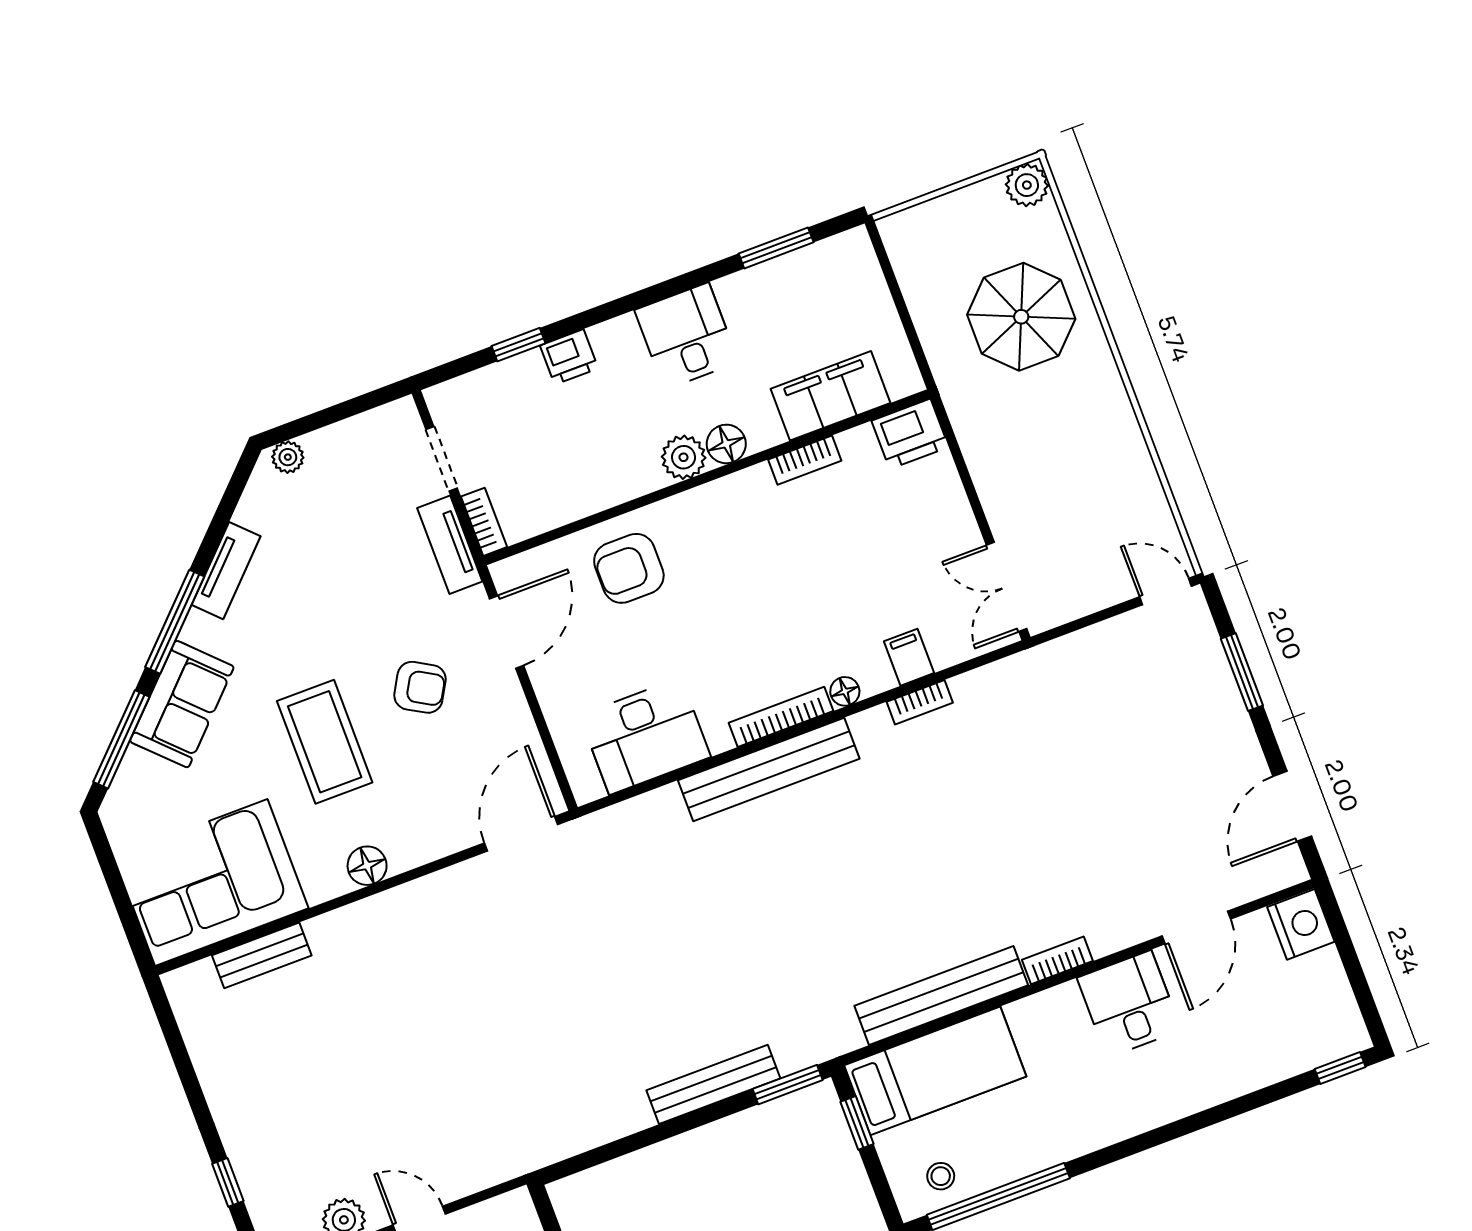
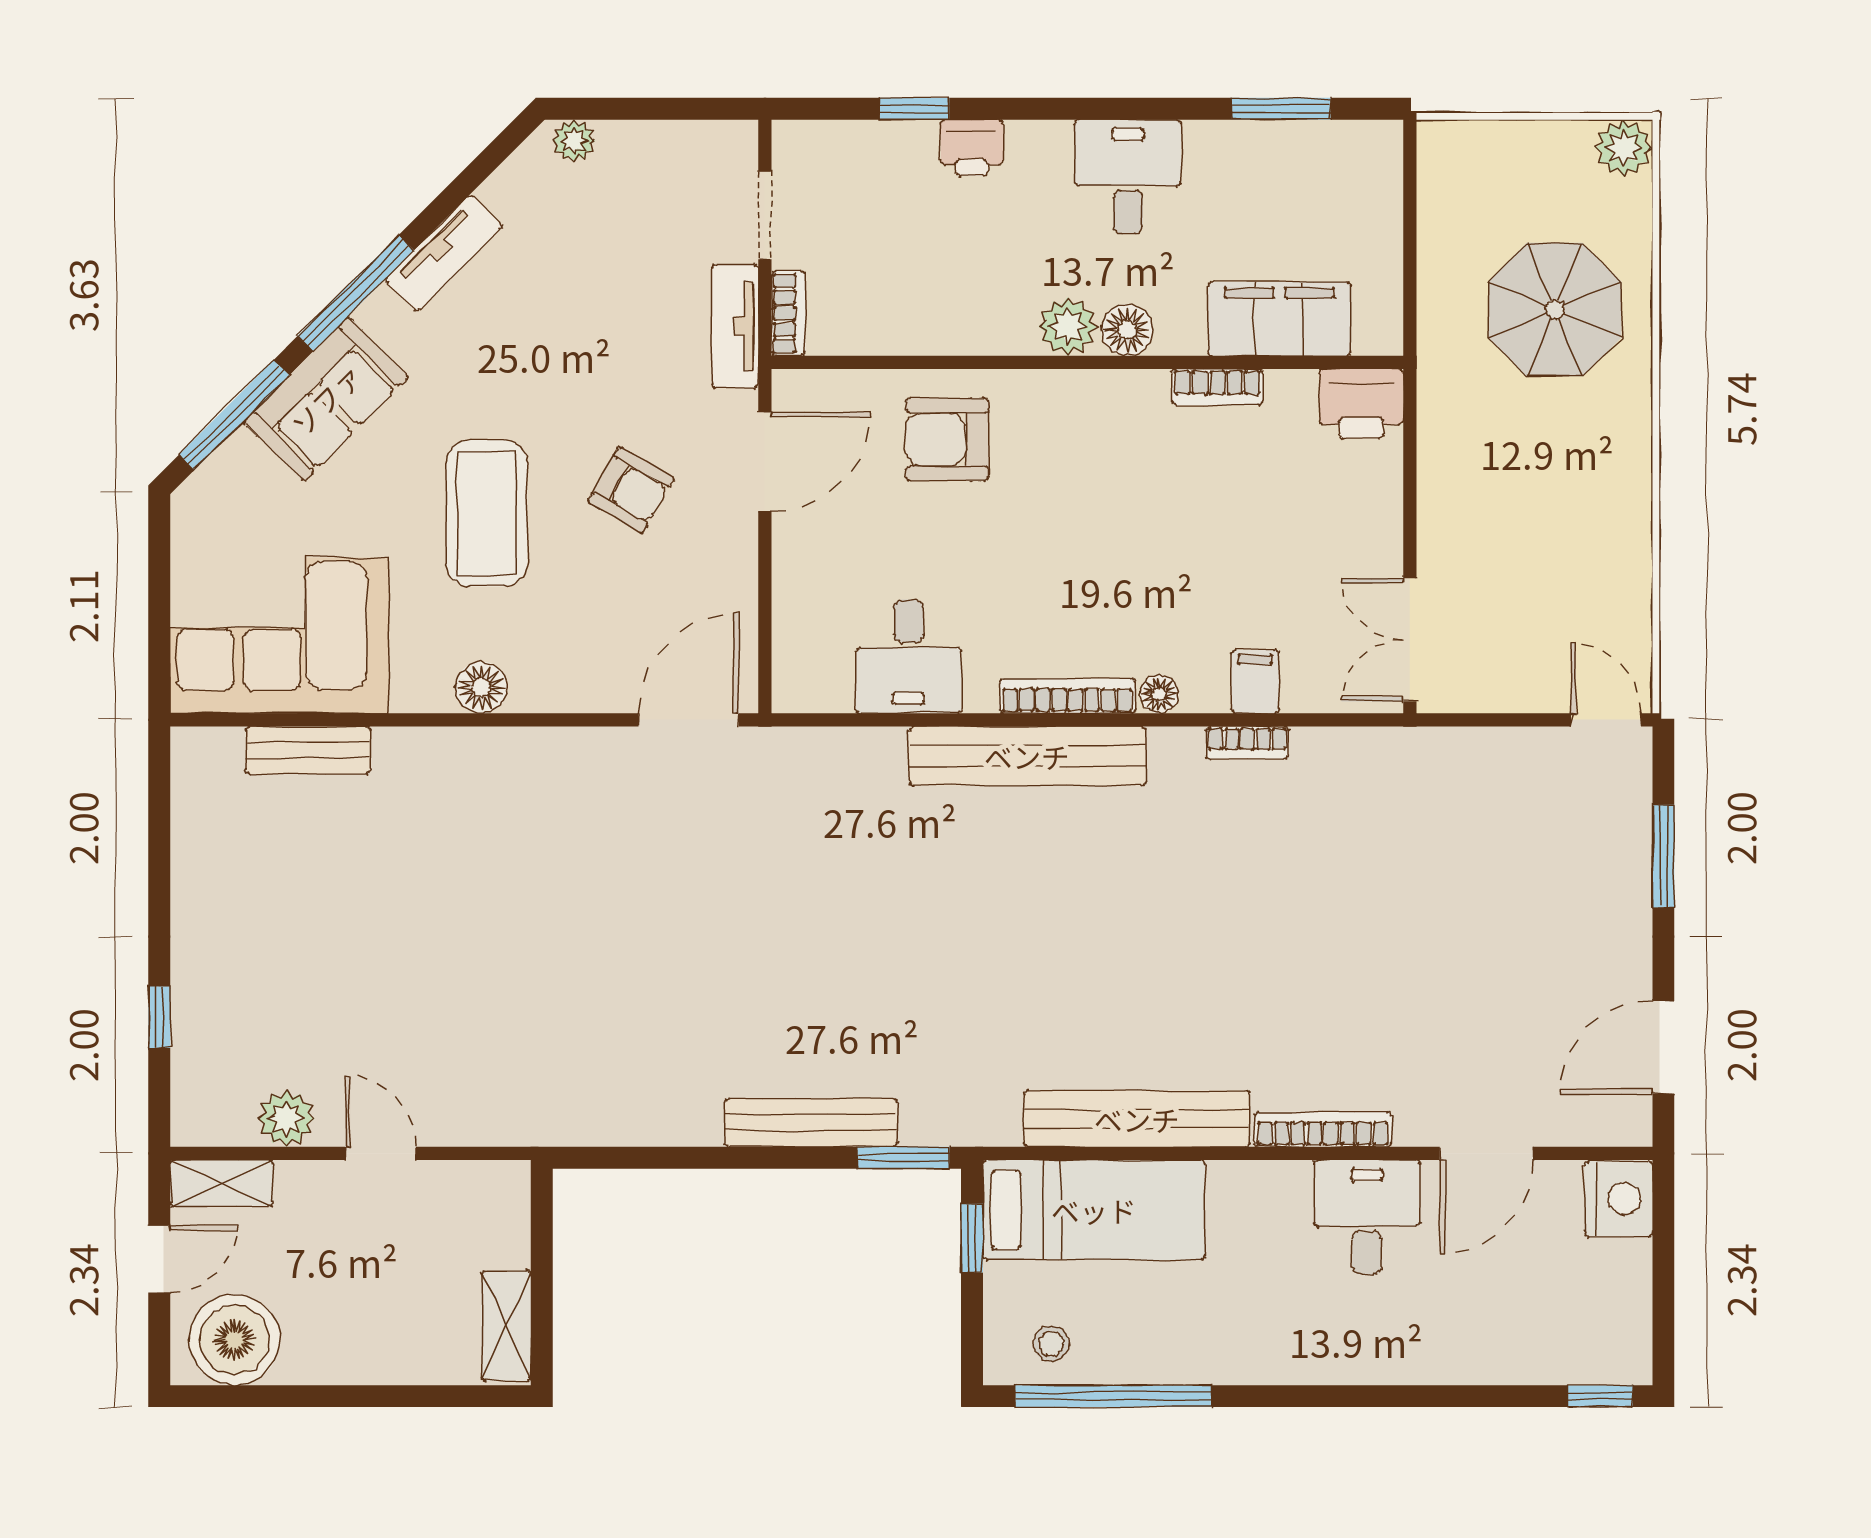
desk: (645, 736) -> (909, 656), width x0.73
bookcase: (1057, 960) -> (1323, 1129), width x1.56

